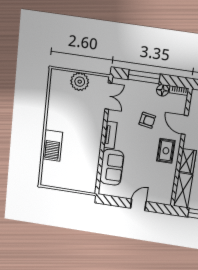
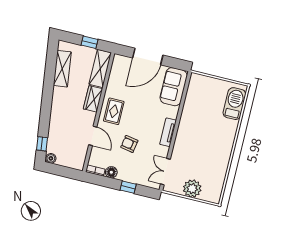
window: (144, 77) -> (128, 187), width x0.46
barbecue: (52, 146) -> (234, 104), moved
sofa: (112, 167) -> (174, 87), moved
door: (138, 205) -> (148, 56), width x1.87

